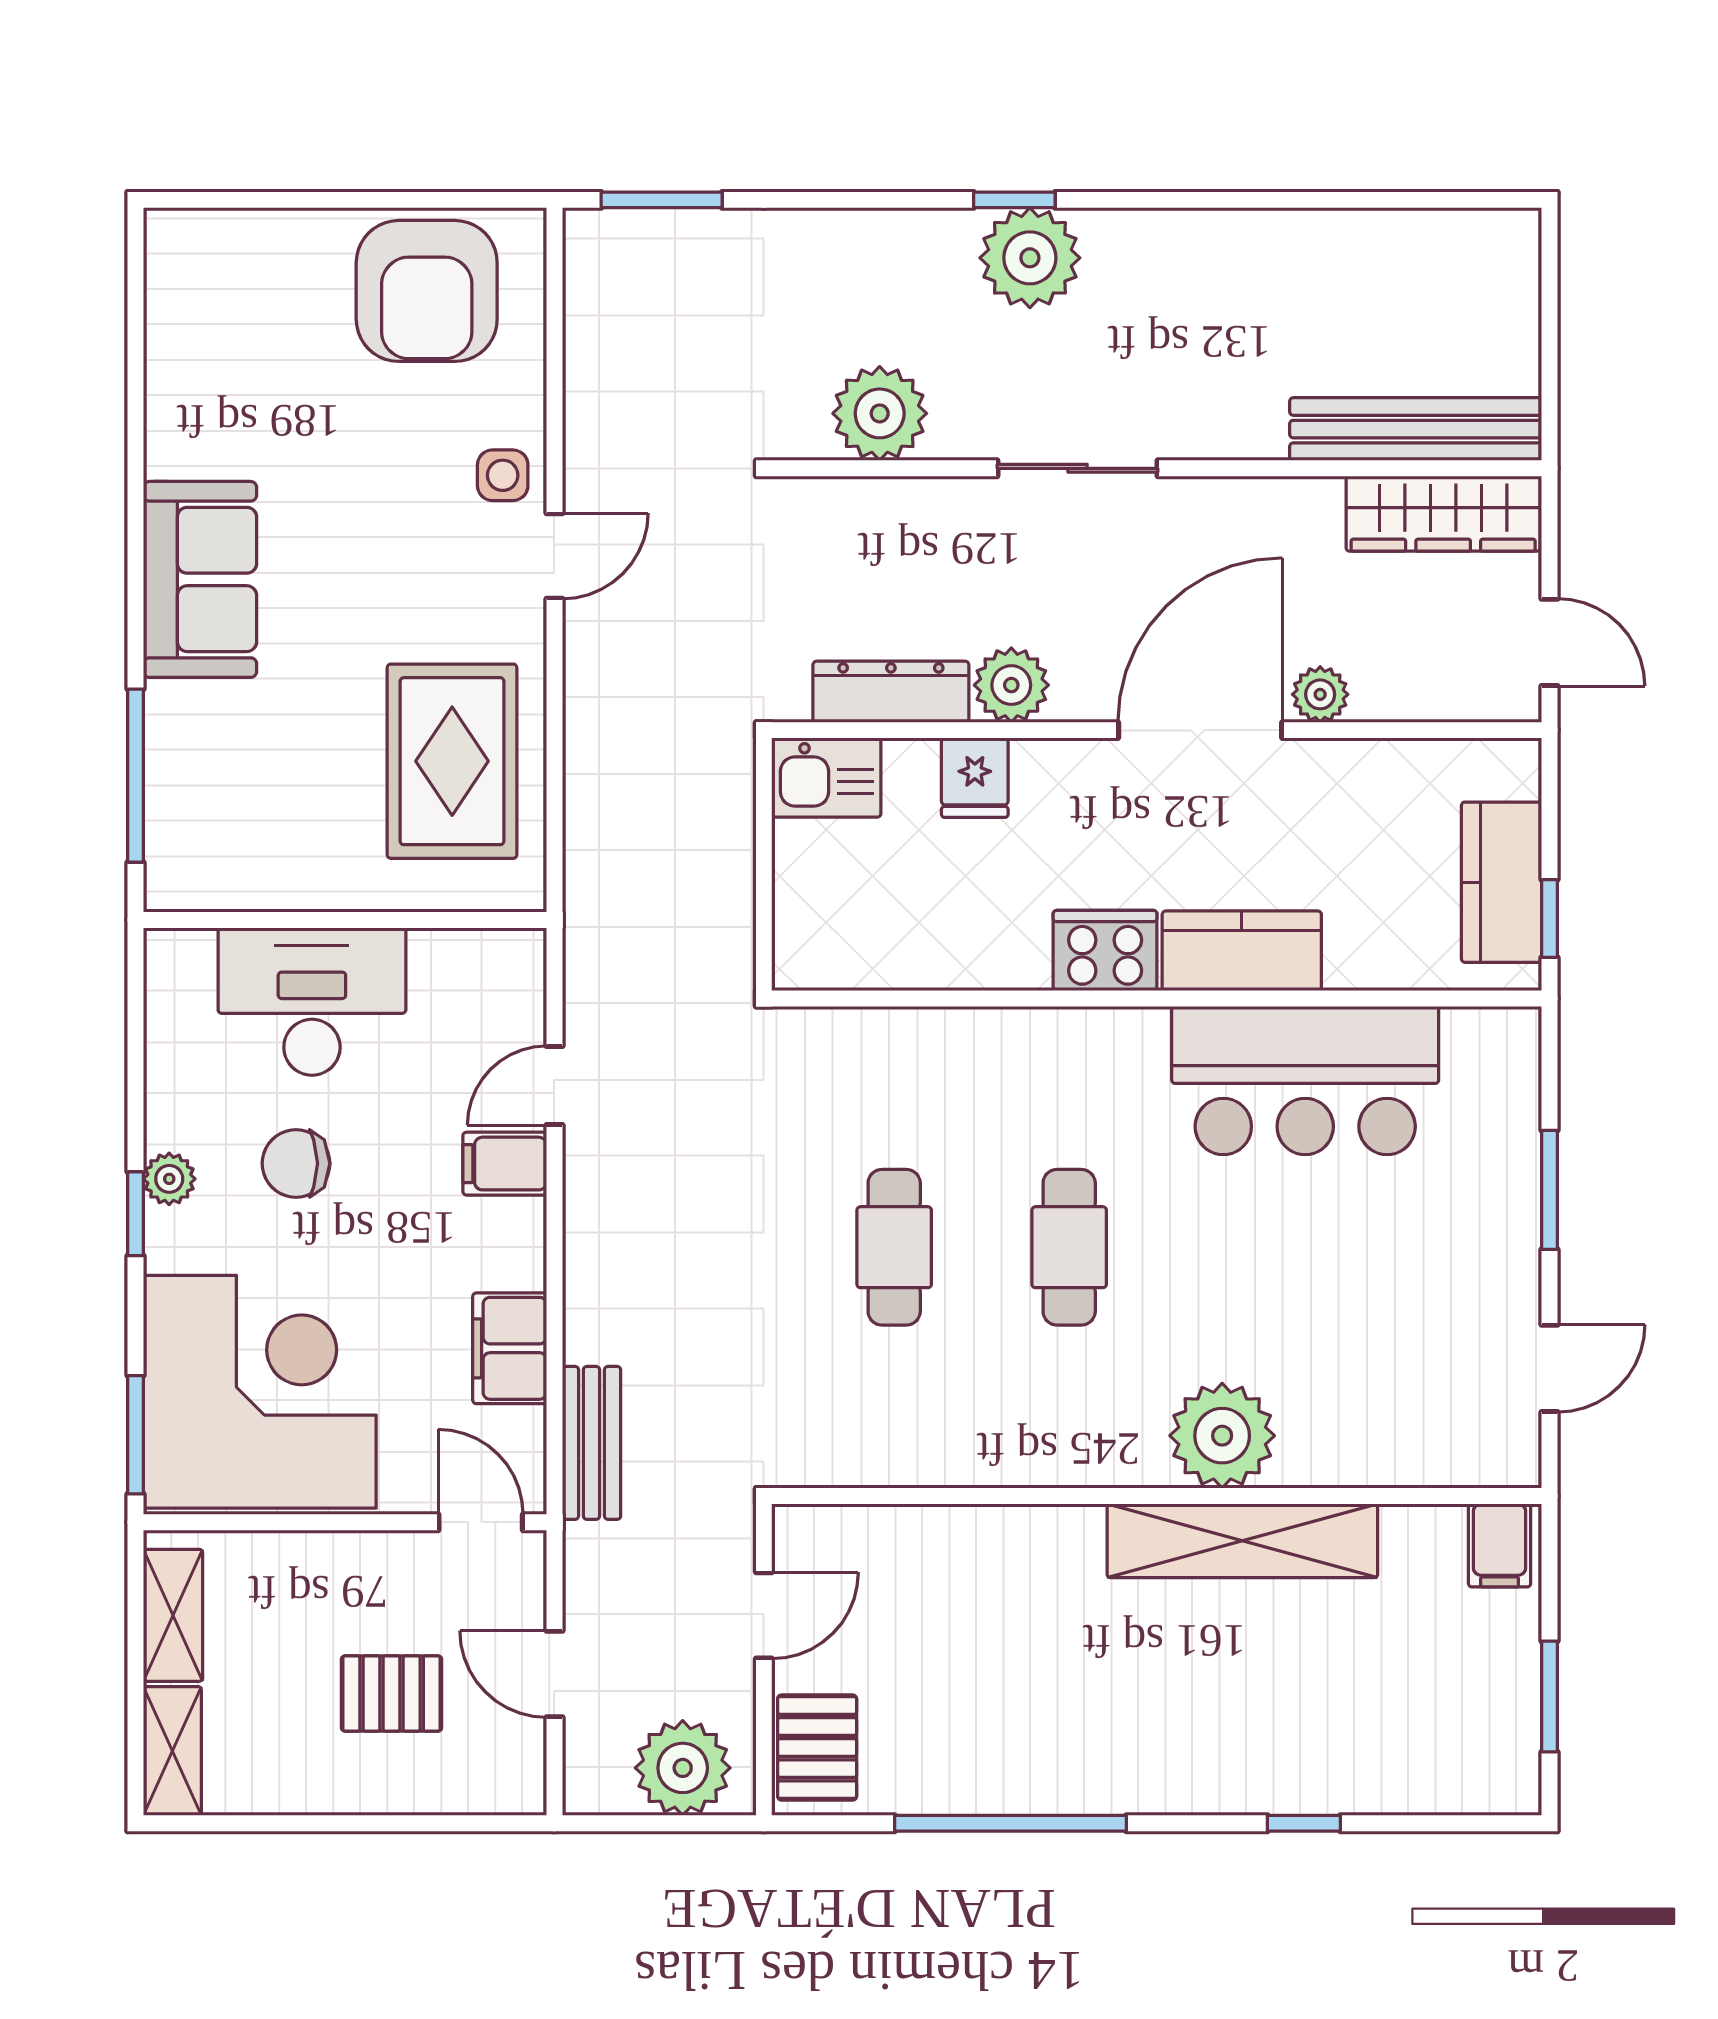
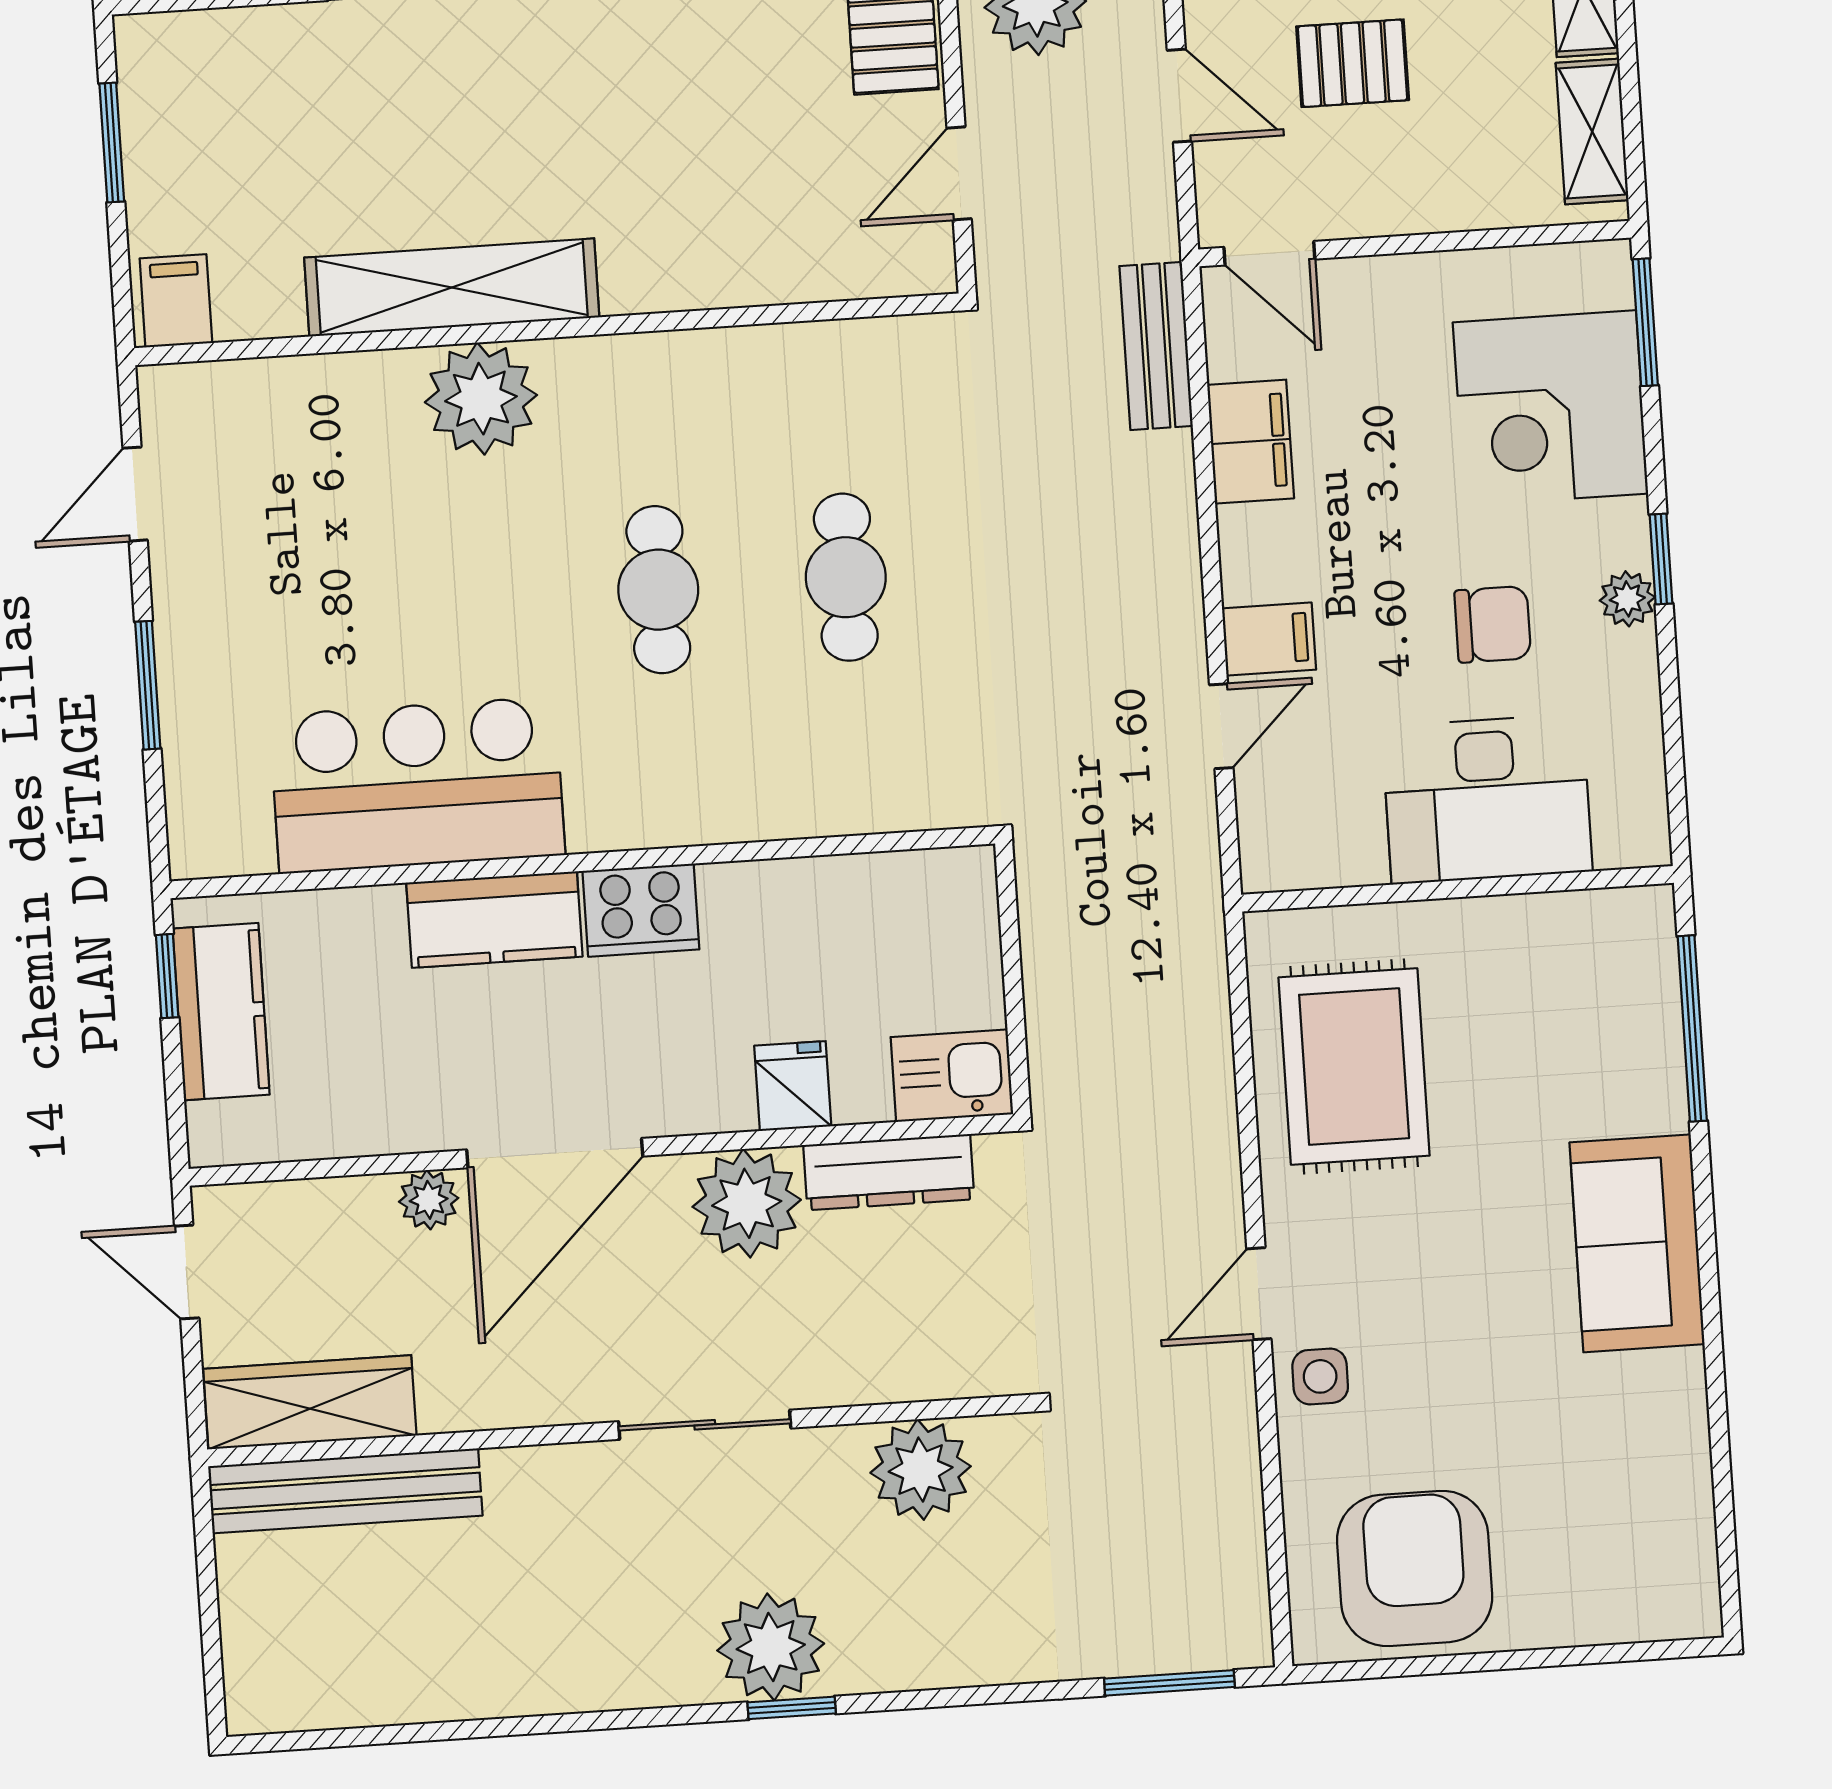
plant: (1011, 685) -> (747, 1203), width x1.36, depth x1.36
corner desk: (260, 1392) -> (1550, 408), width x0.74, depth x0.74

